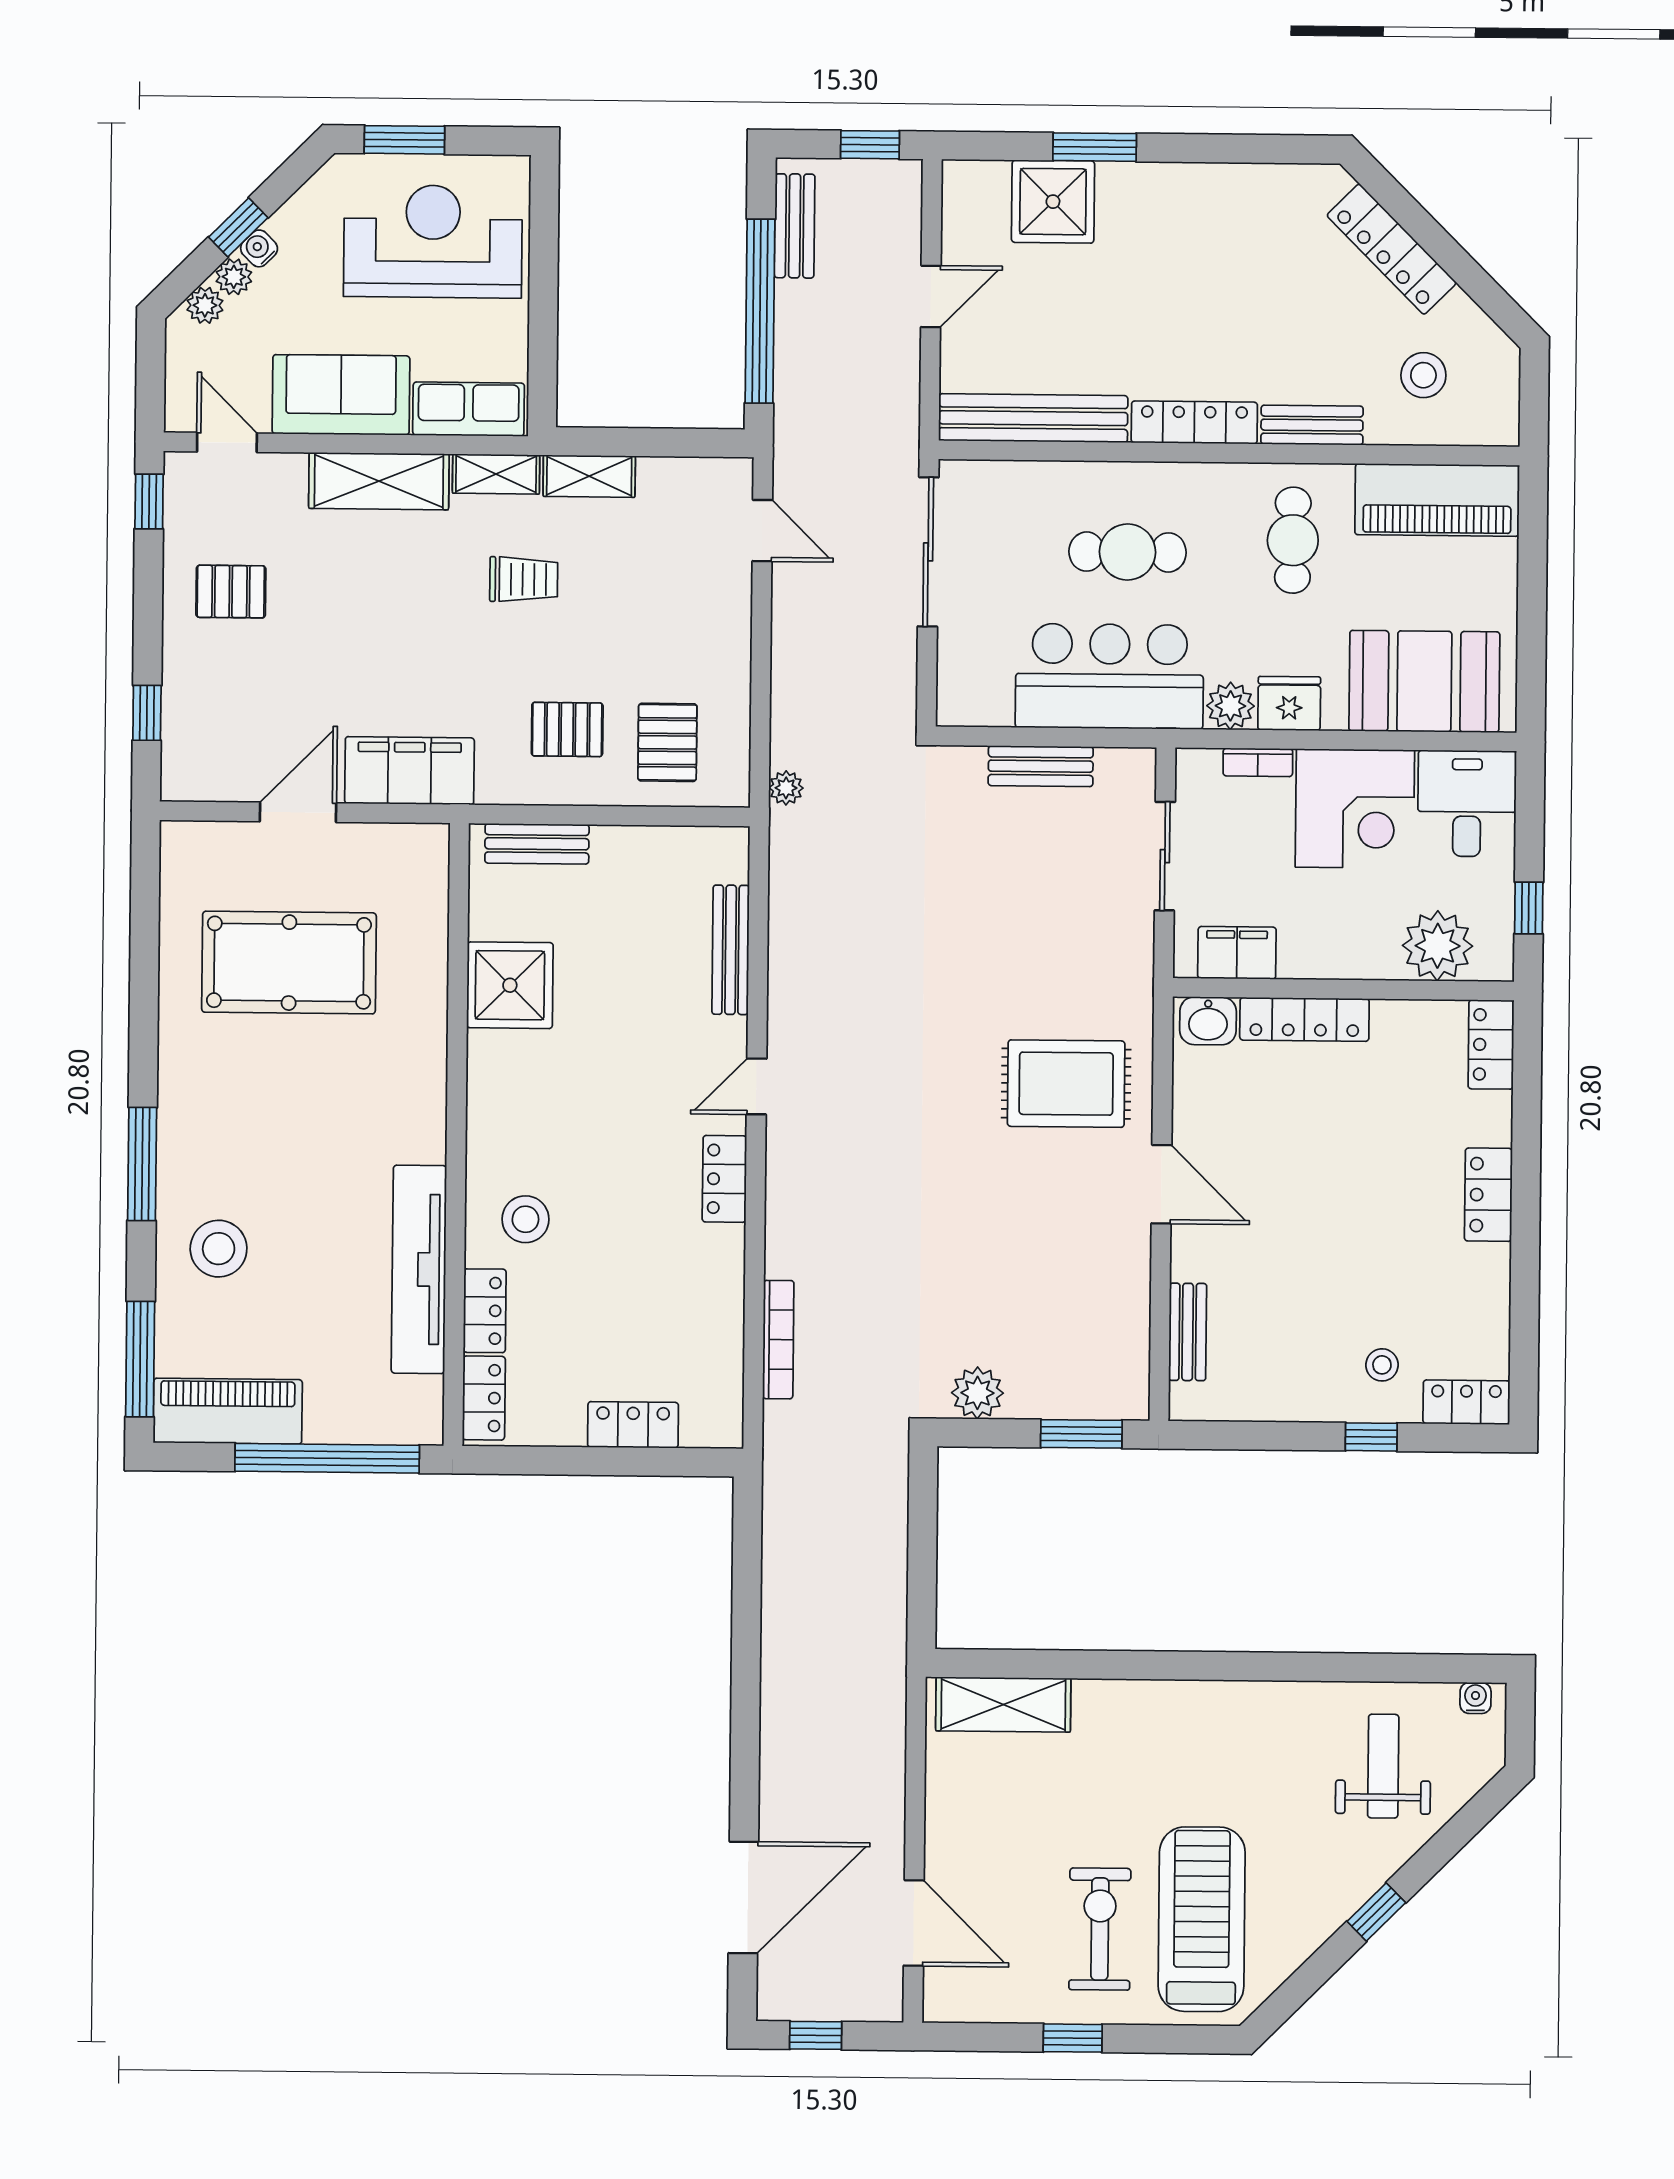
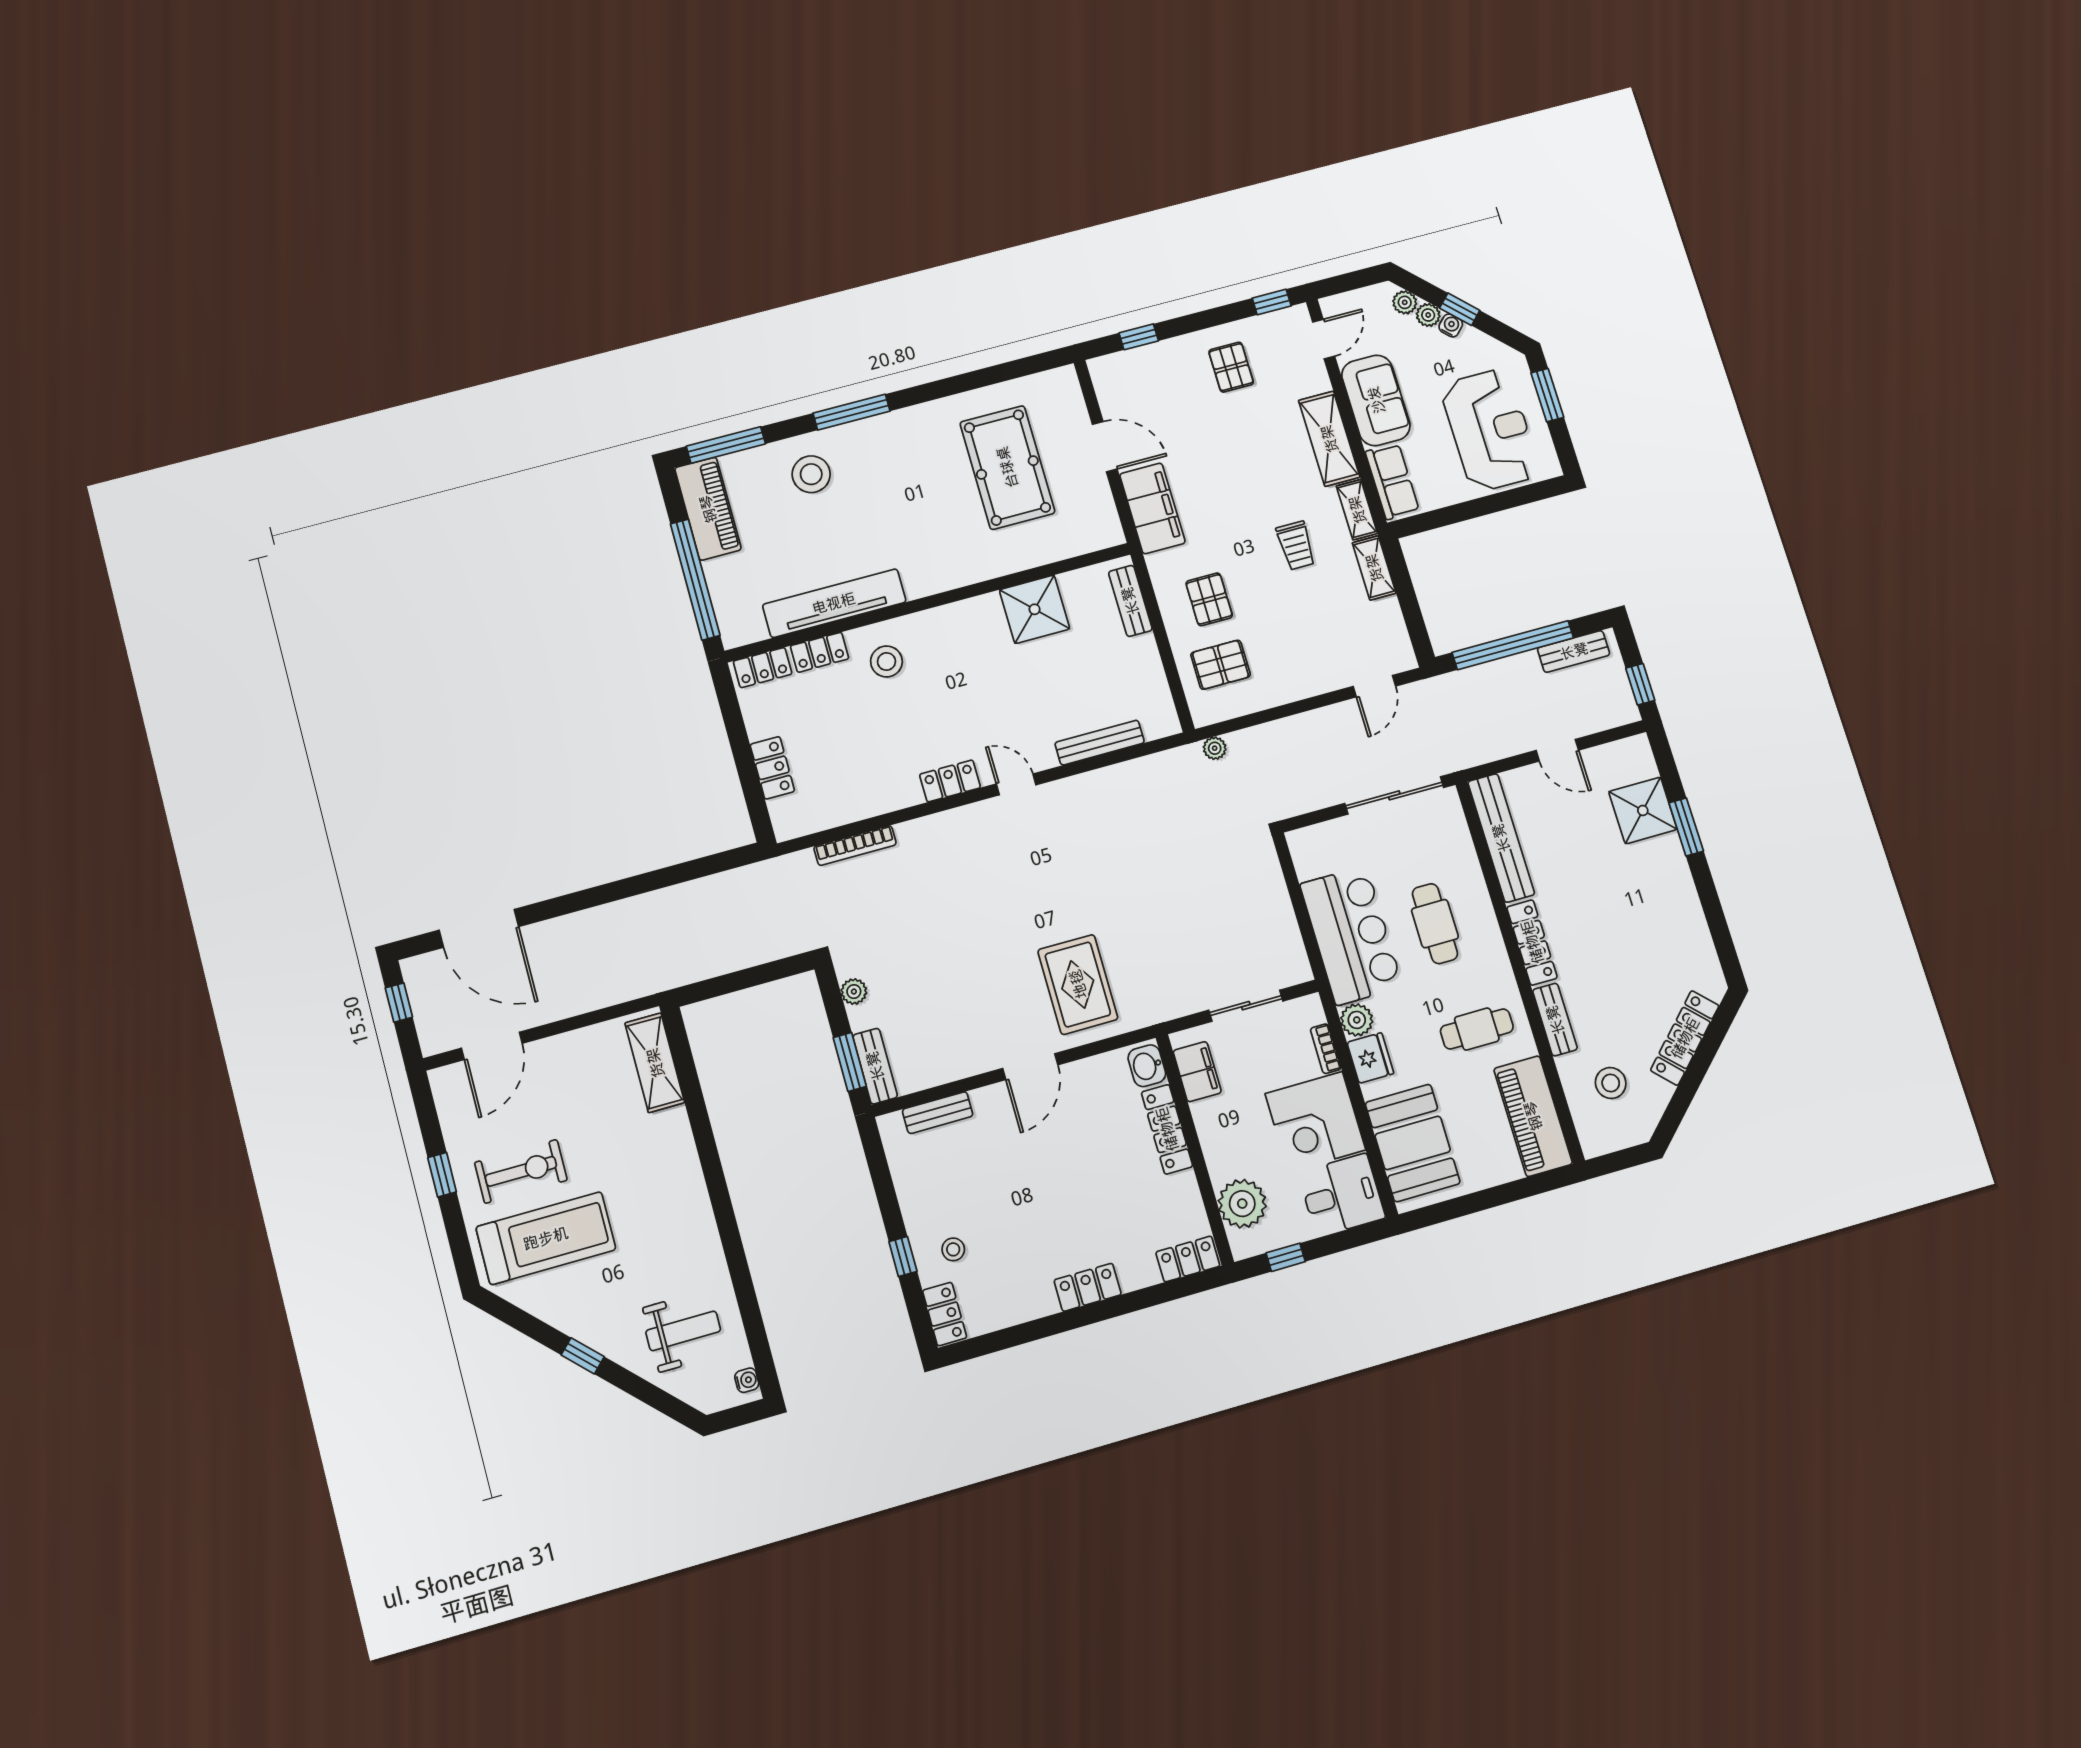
bench: (1041, 766) -> (875, 1066), moved
plant: (977, 1393) -> (854, 992), width x0.73, depth x0.73

